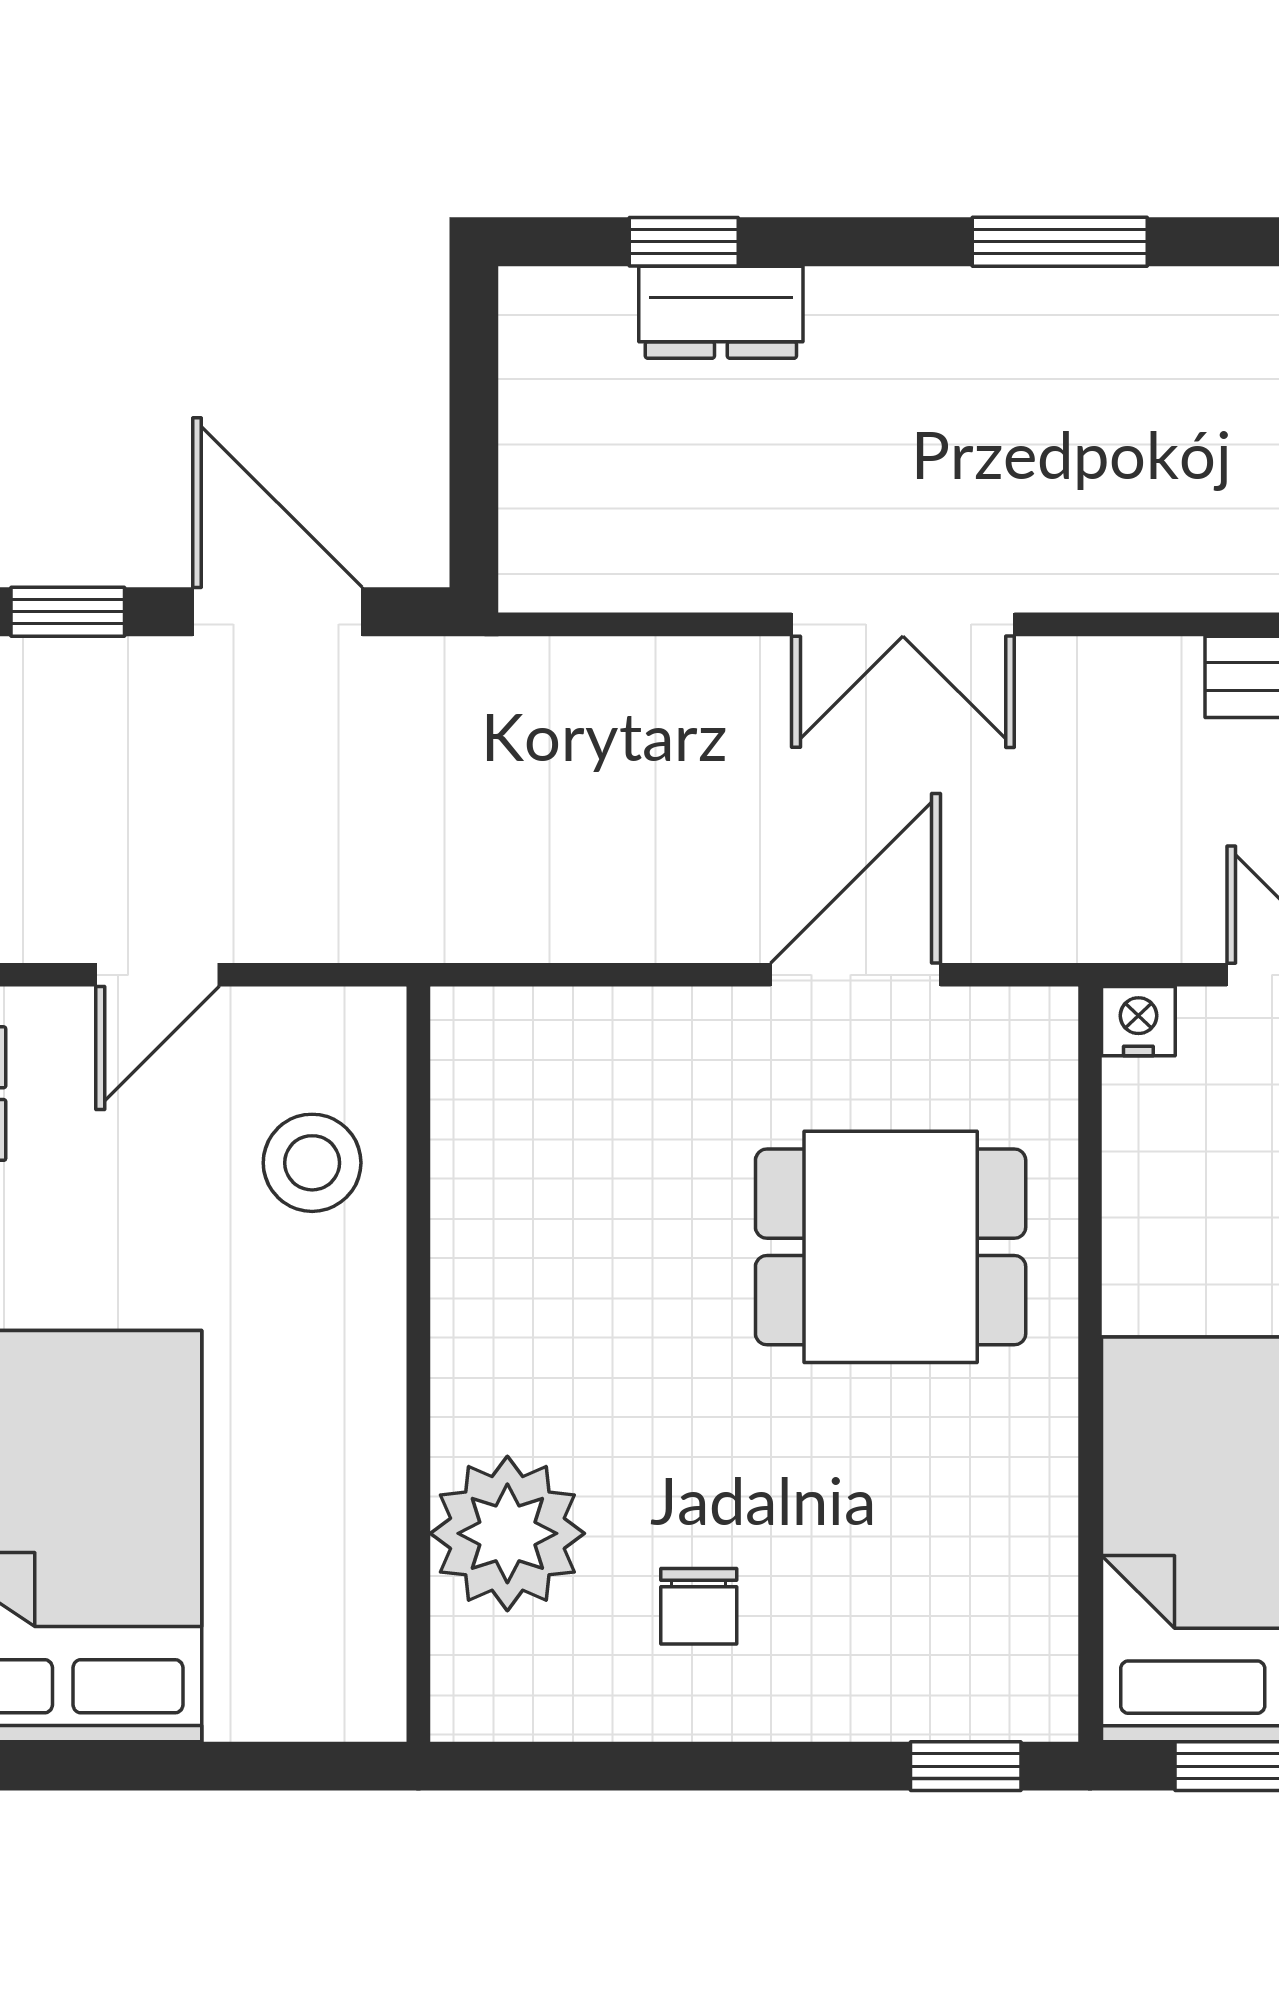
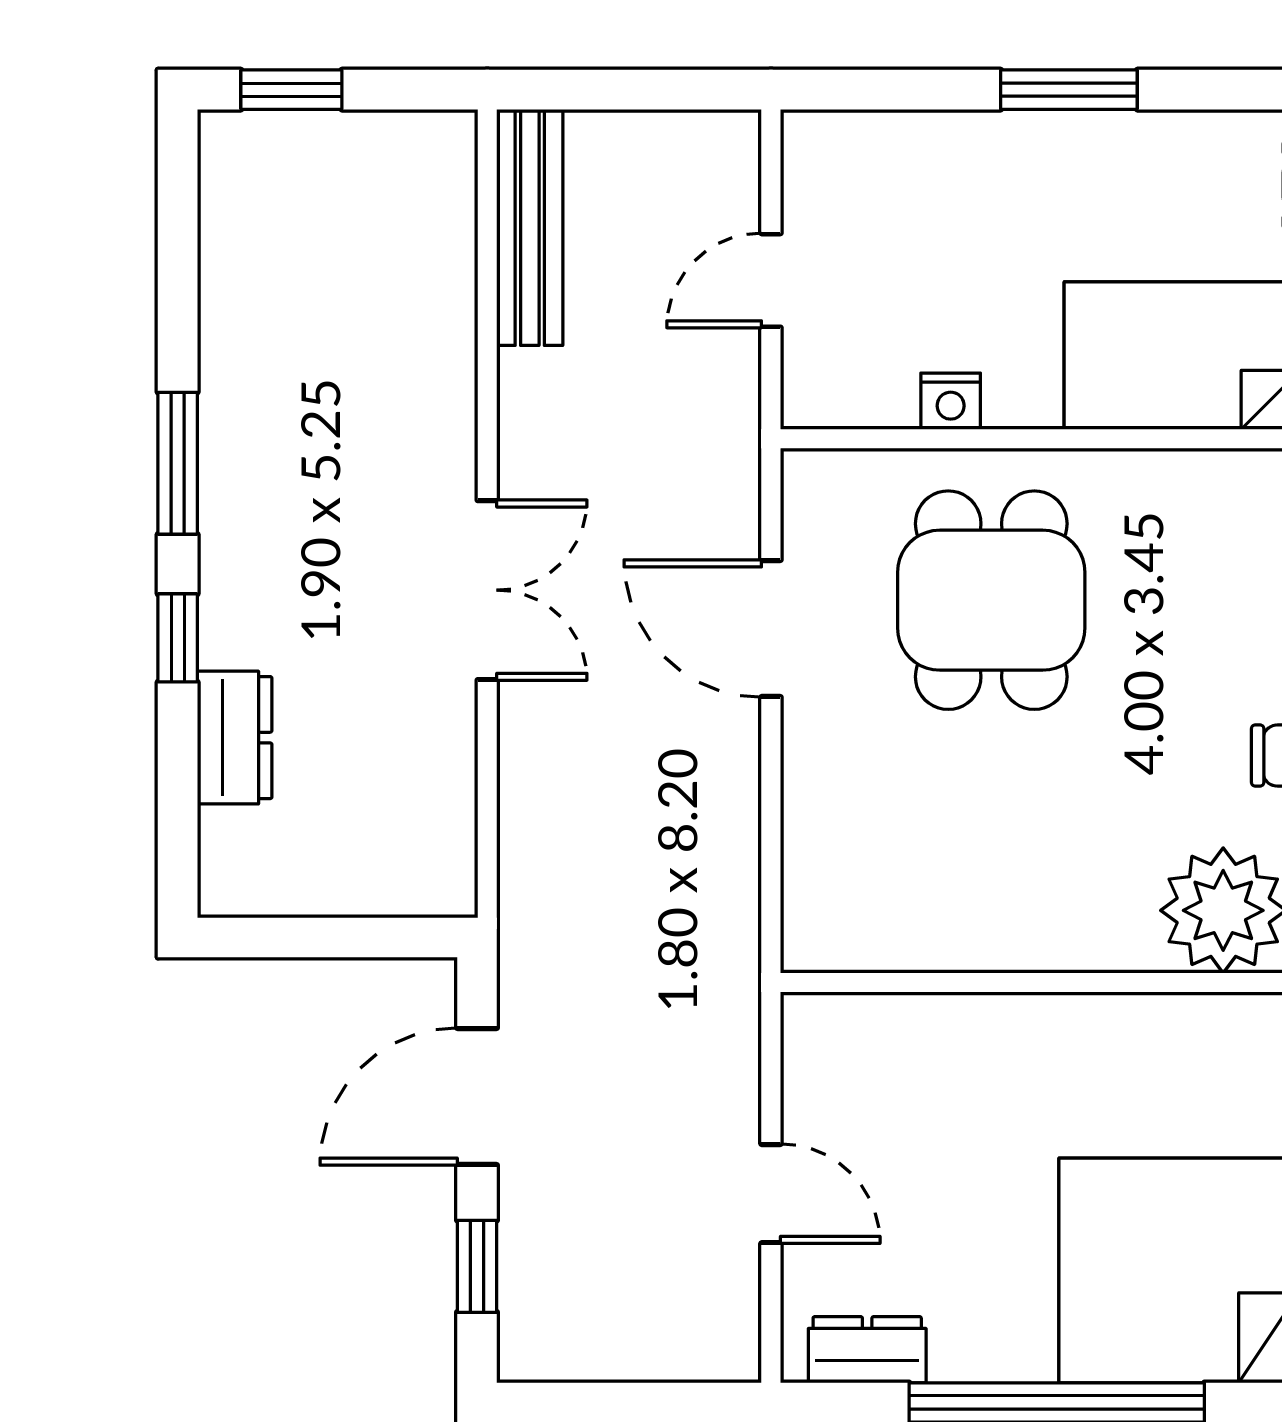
window: (684, 242) -> (178, 638), moved
nightstand: (1138, 1021) -> (951, 401), moved, turned -90
stool: (312, 1163) -> (923, 1068), removed

